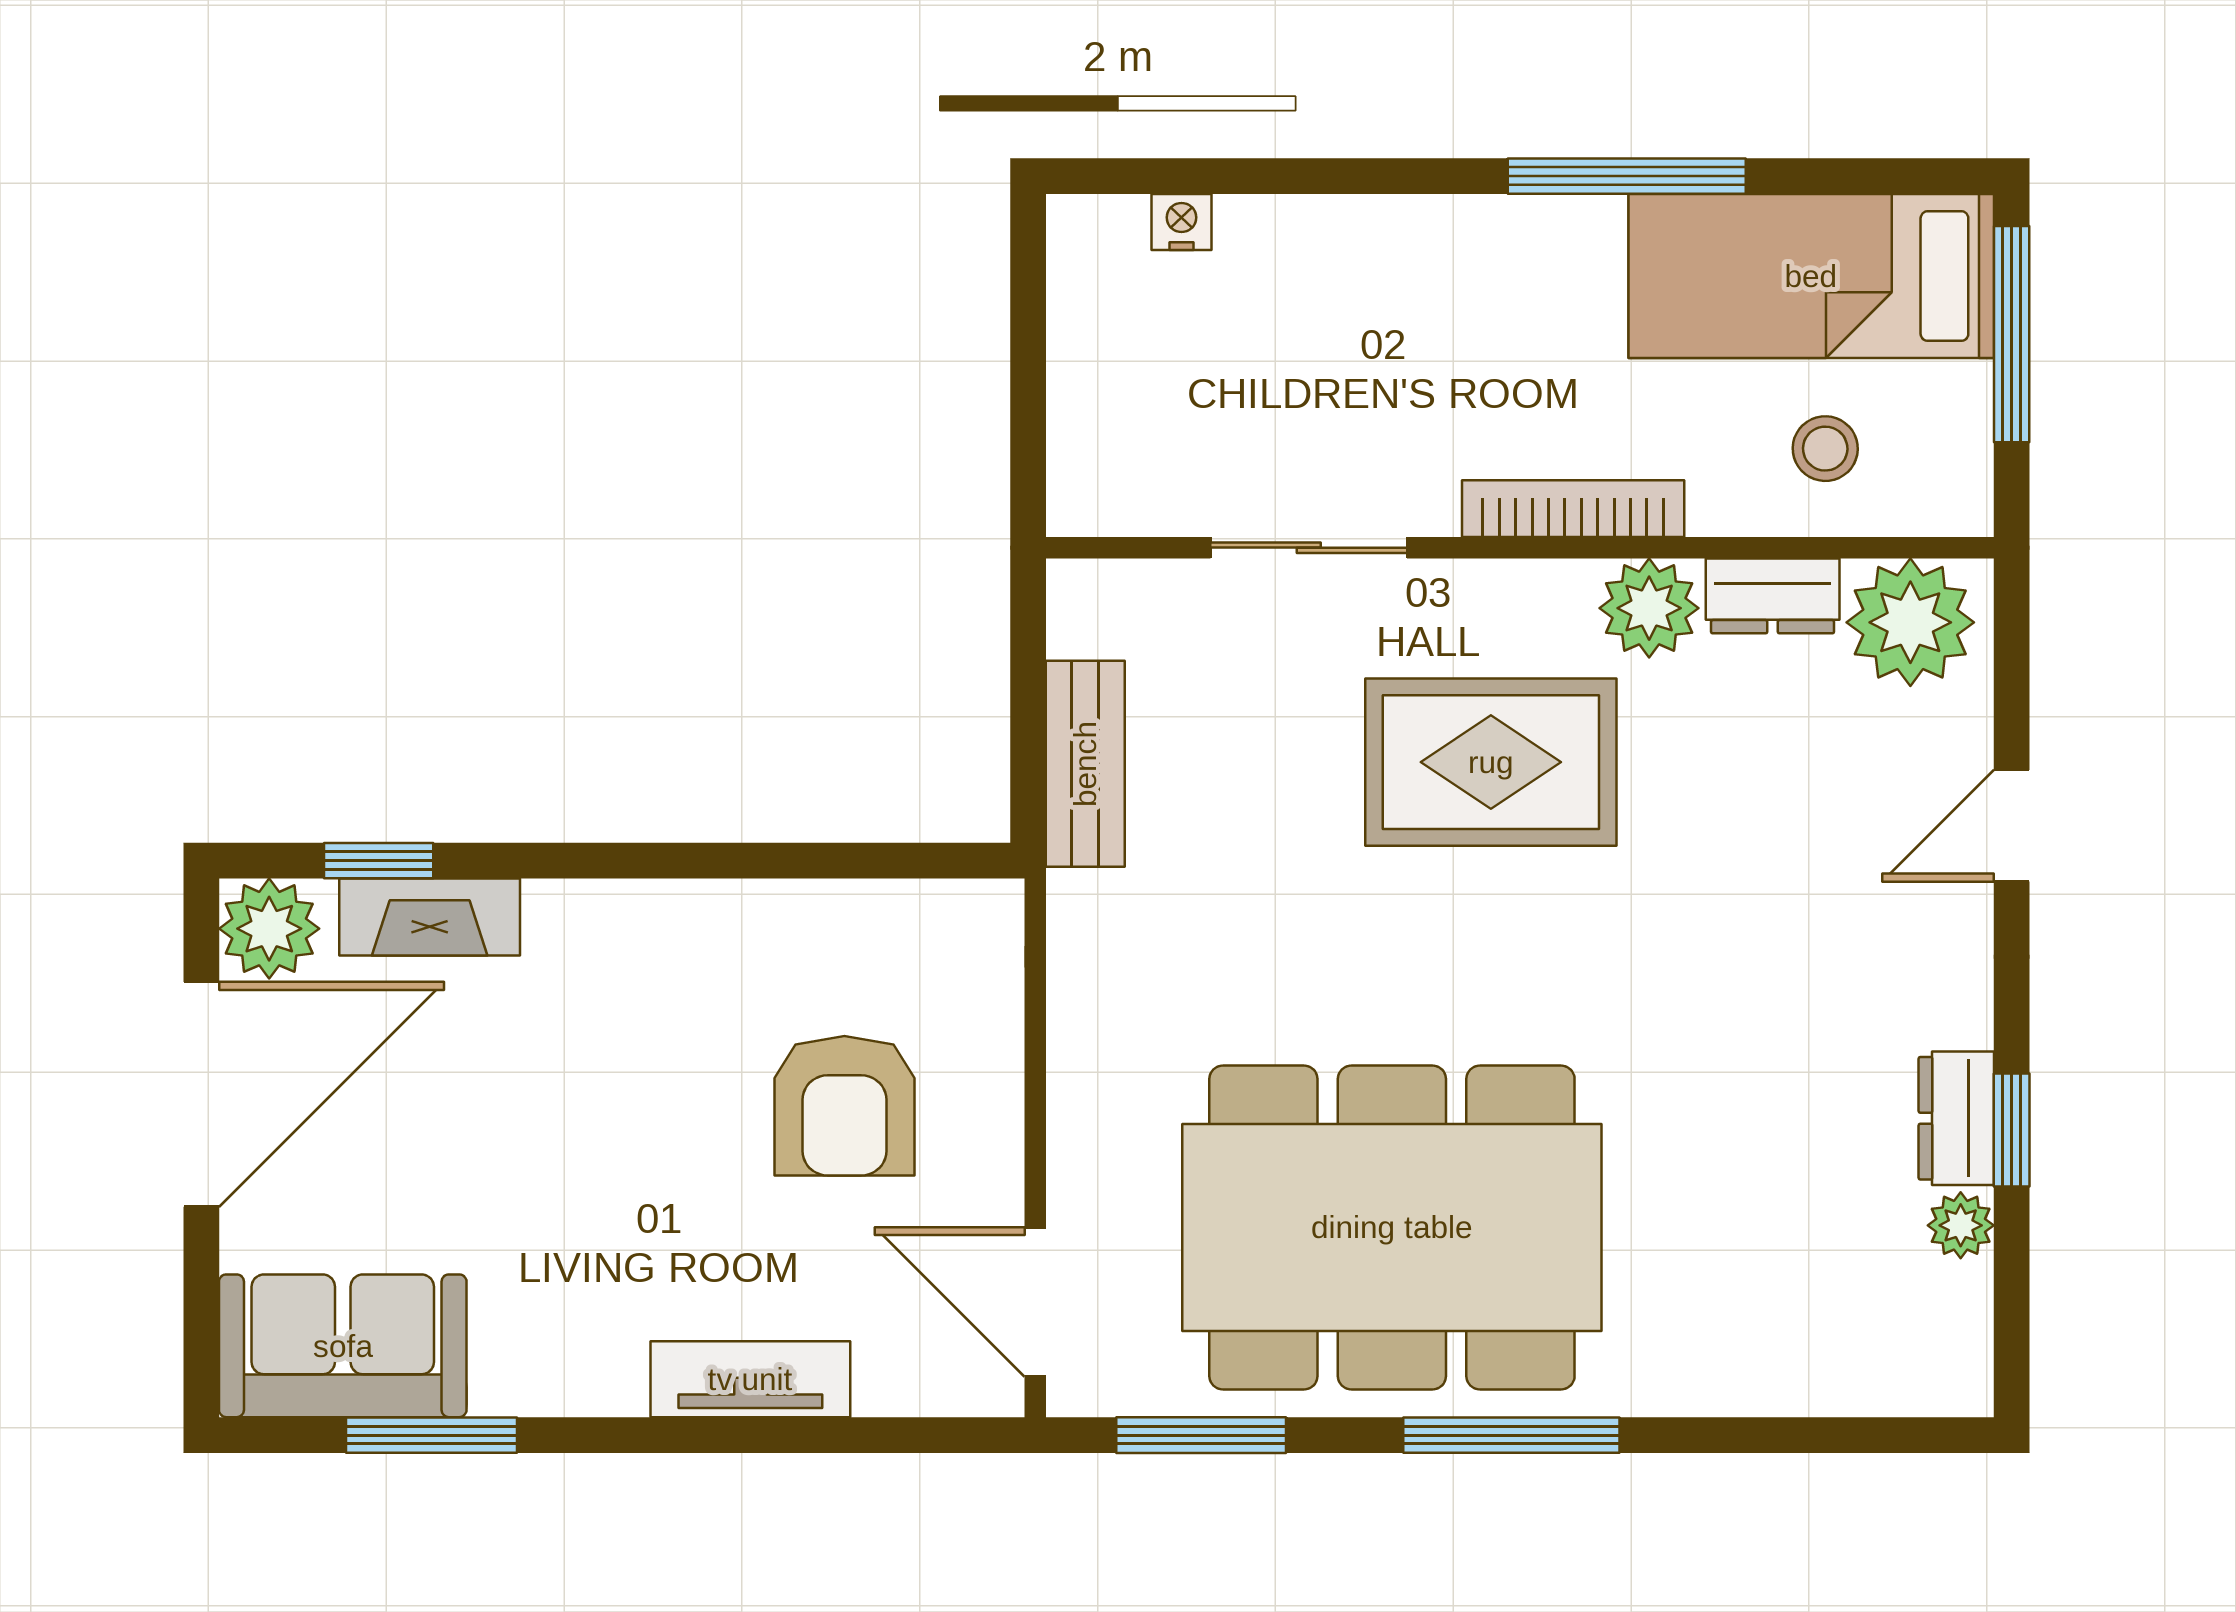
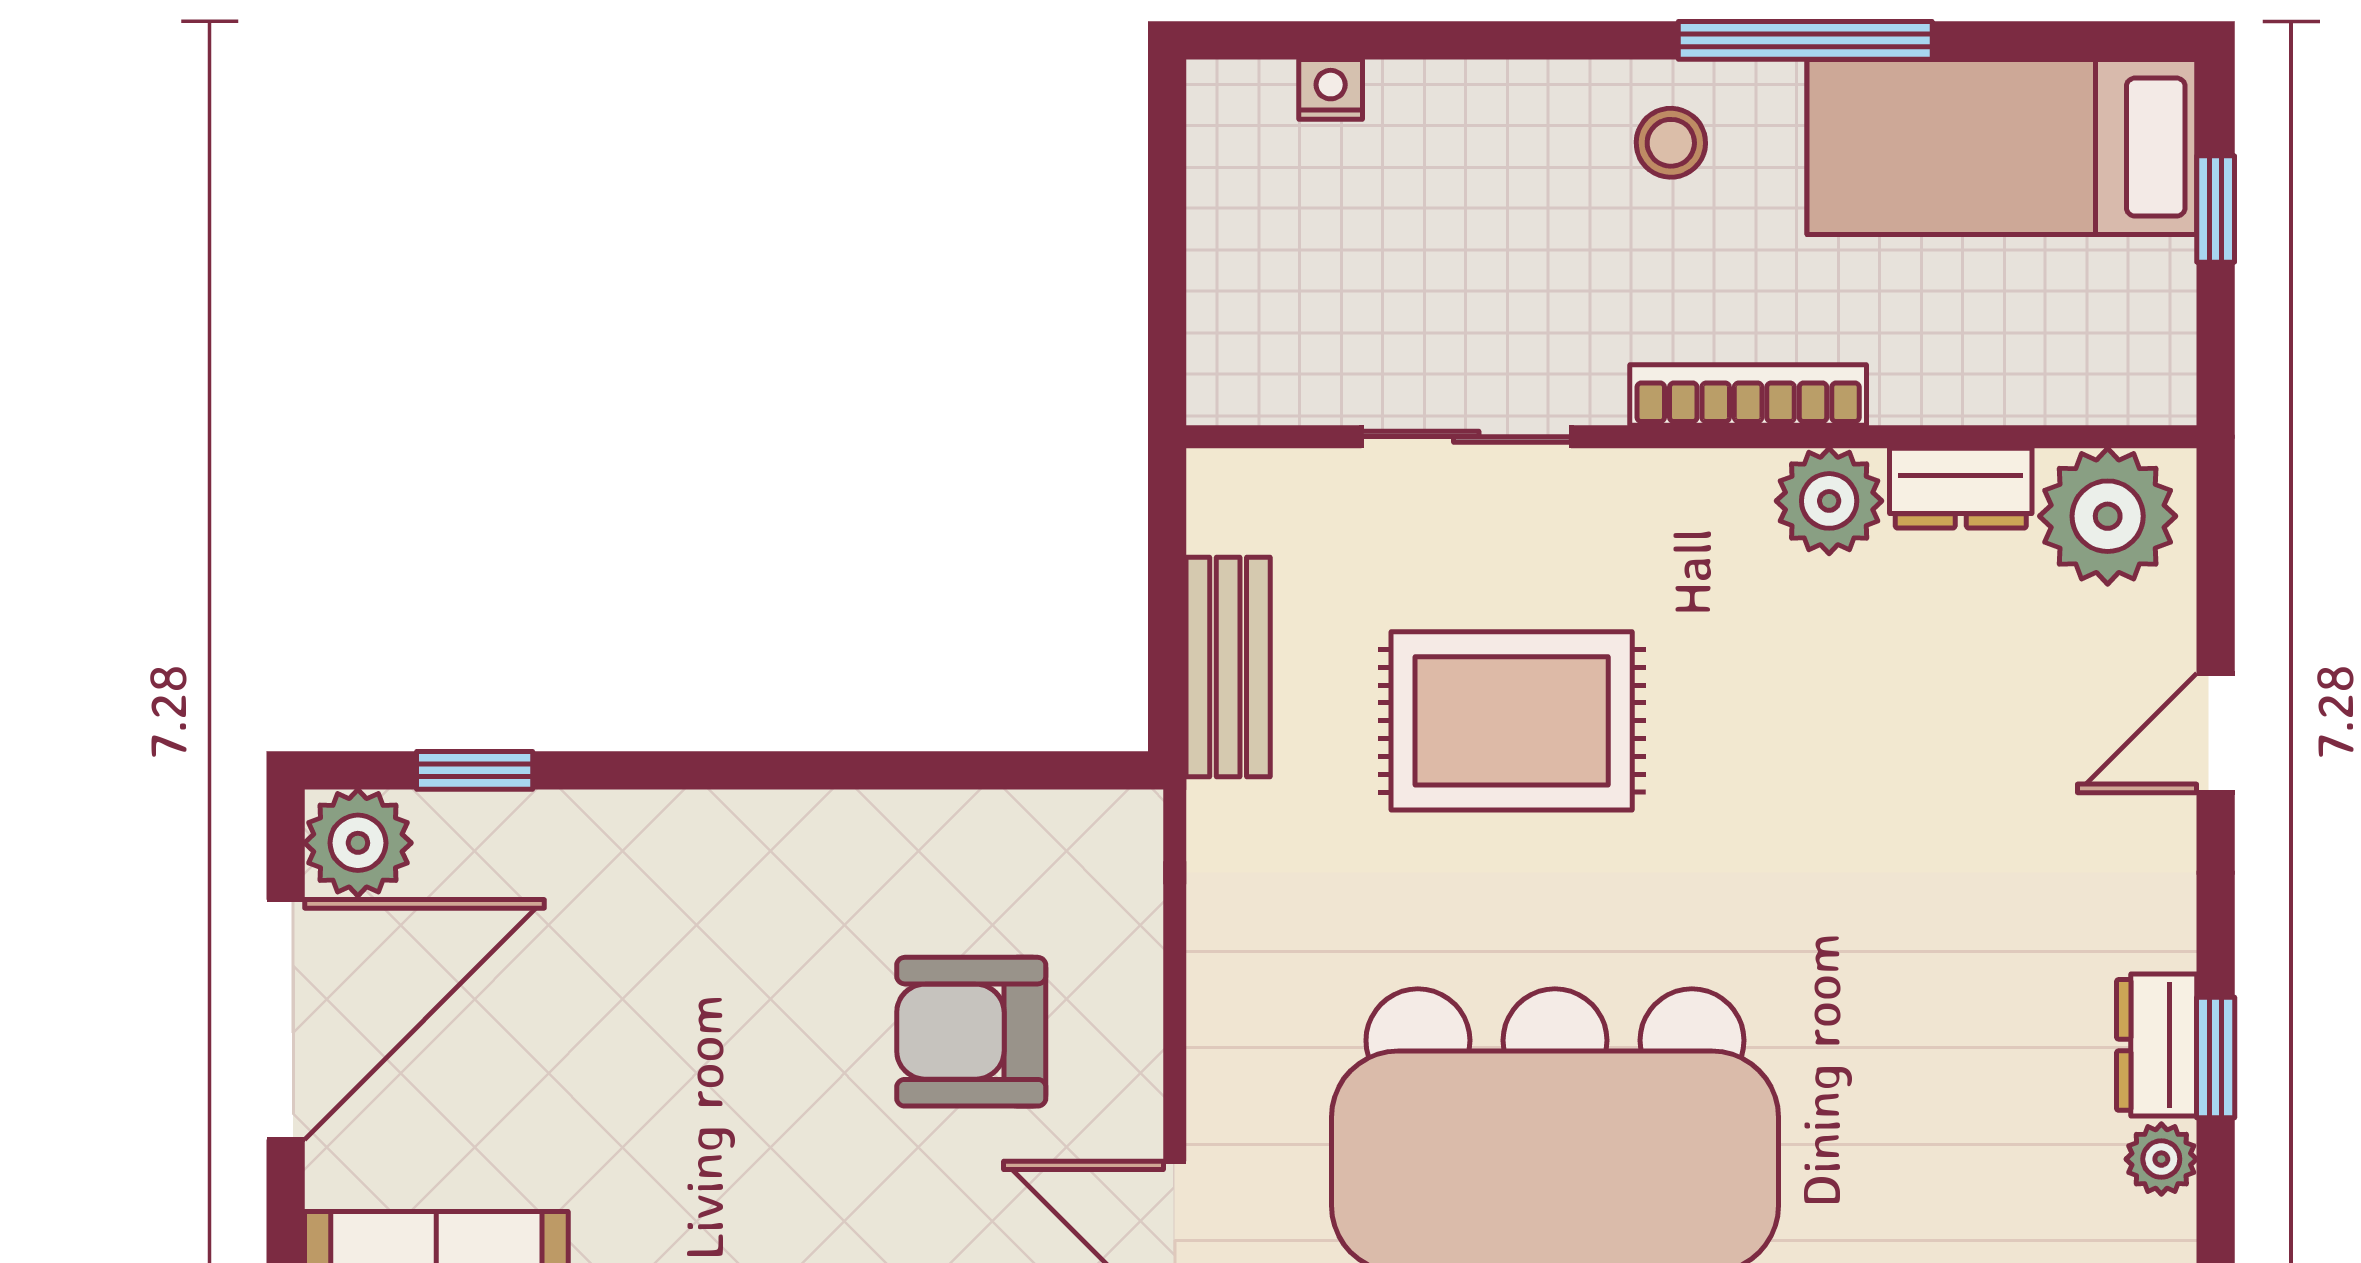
window: (2012, 334) -> (2216, 209), width x0.46
stool: (1825, 449) -> (1671, 143), moved
rug: (1491, 762) -> (1512, 721), moved
fireplace: (430, 917) -> (529, 830), removed
armchair: (844, 1106) -> (971, 1032), turned 90

